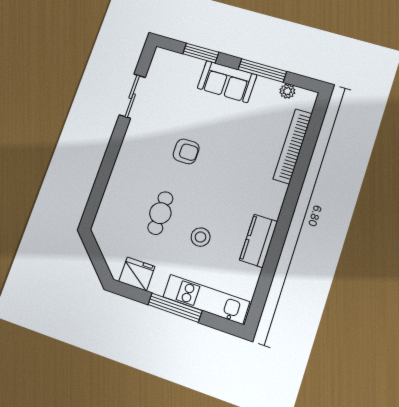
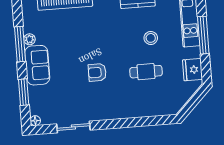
floor lamp: (160, 54) -> (35, 121), added
plant: (287, 91) -> (29, 39), moved
armchair: (186, 151) -> (97, 72), turned -90

